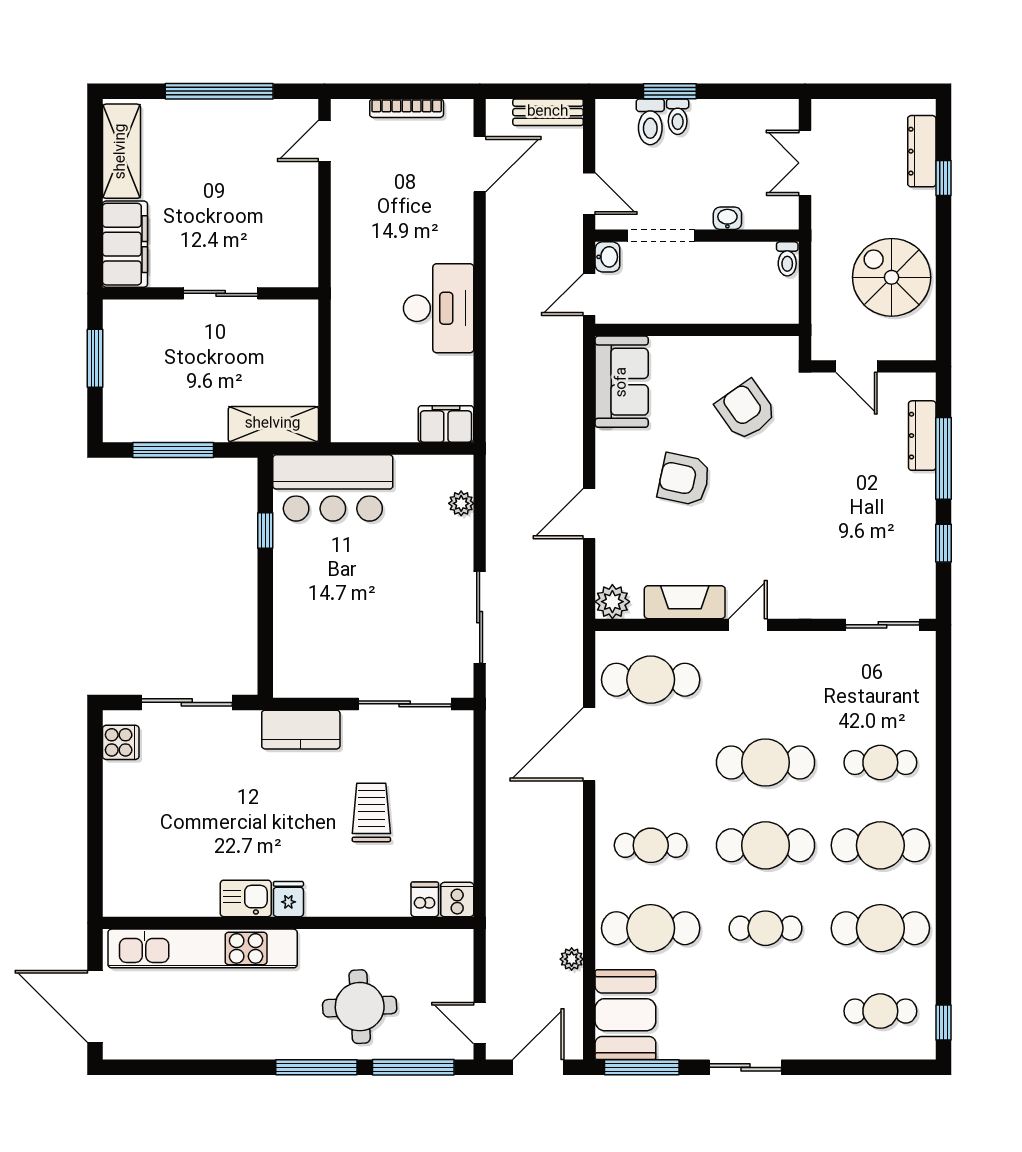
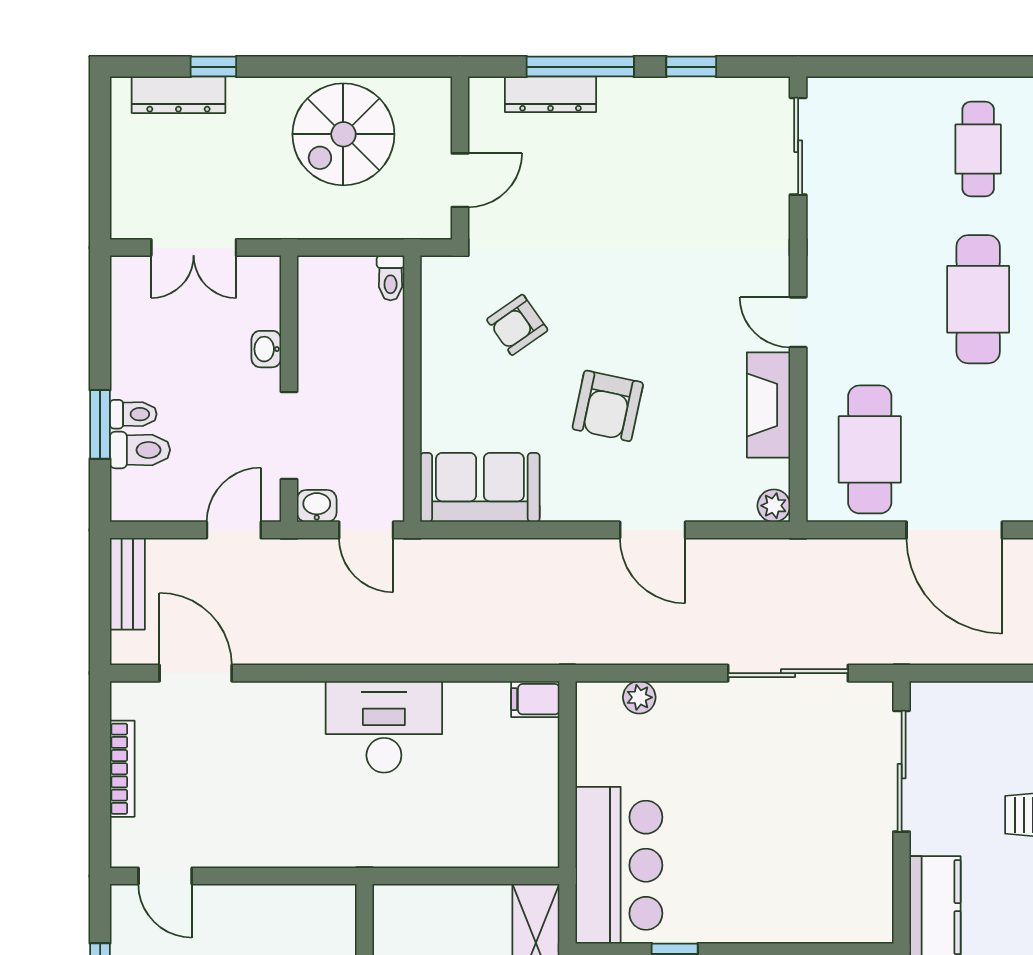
toilet: (787, 259) -> (391, 278), moved, turned 90
armchair: (746, 410) -> (517, 325), width x0.72, depth x0.72
filing cabinet: (446, 424) -> (535, 699), width x0.50
plant: (612, 602) -> (774, 506), width x0.73, depth x0.73

